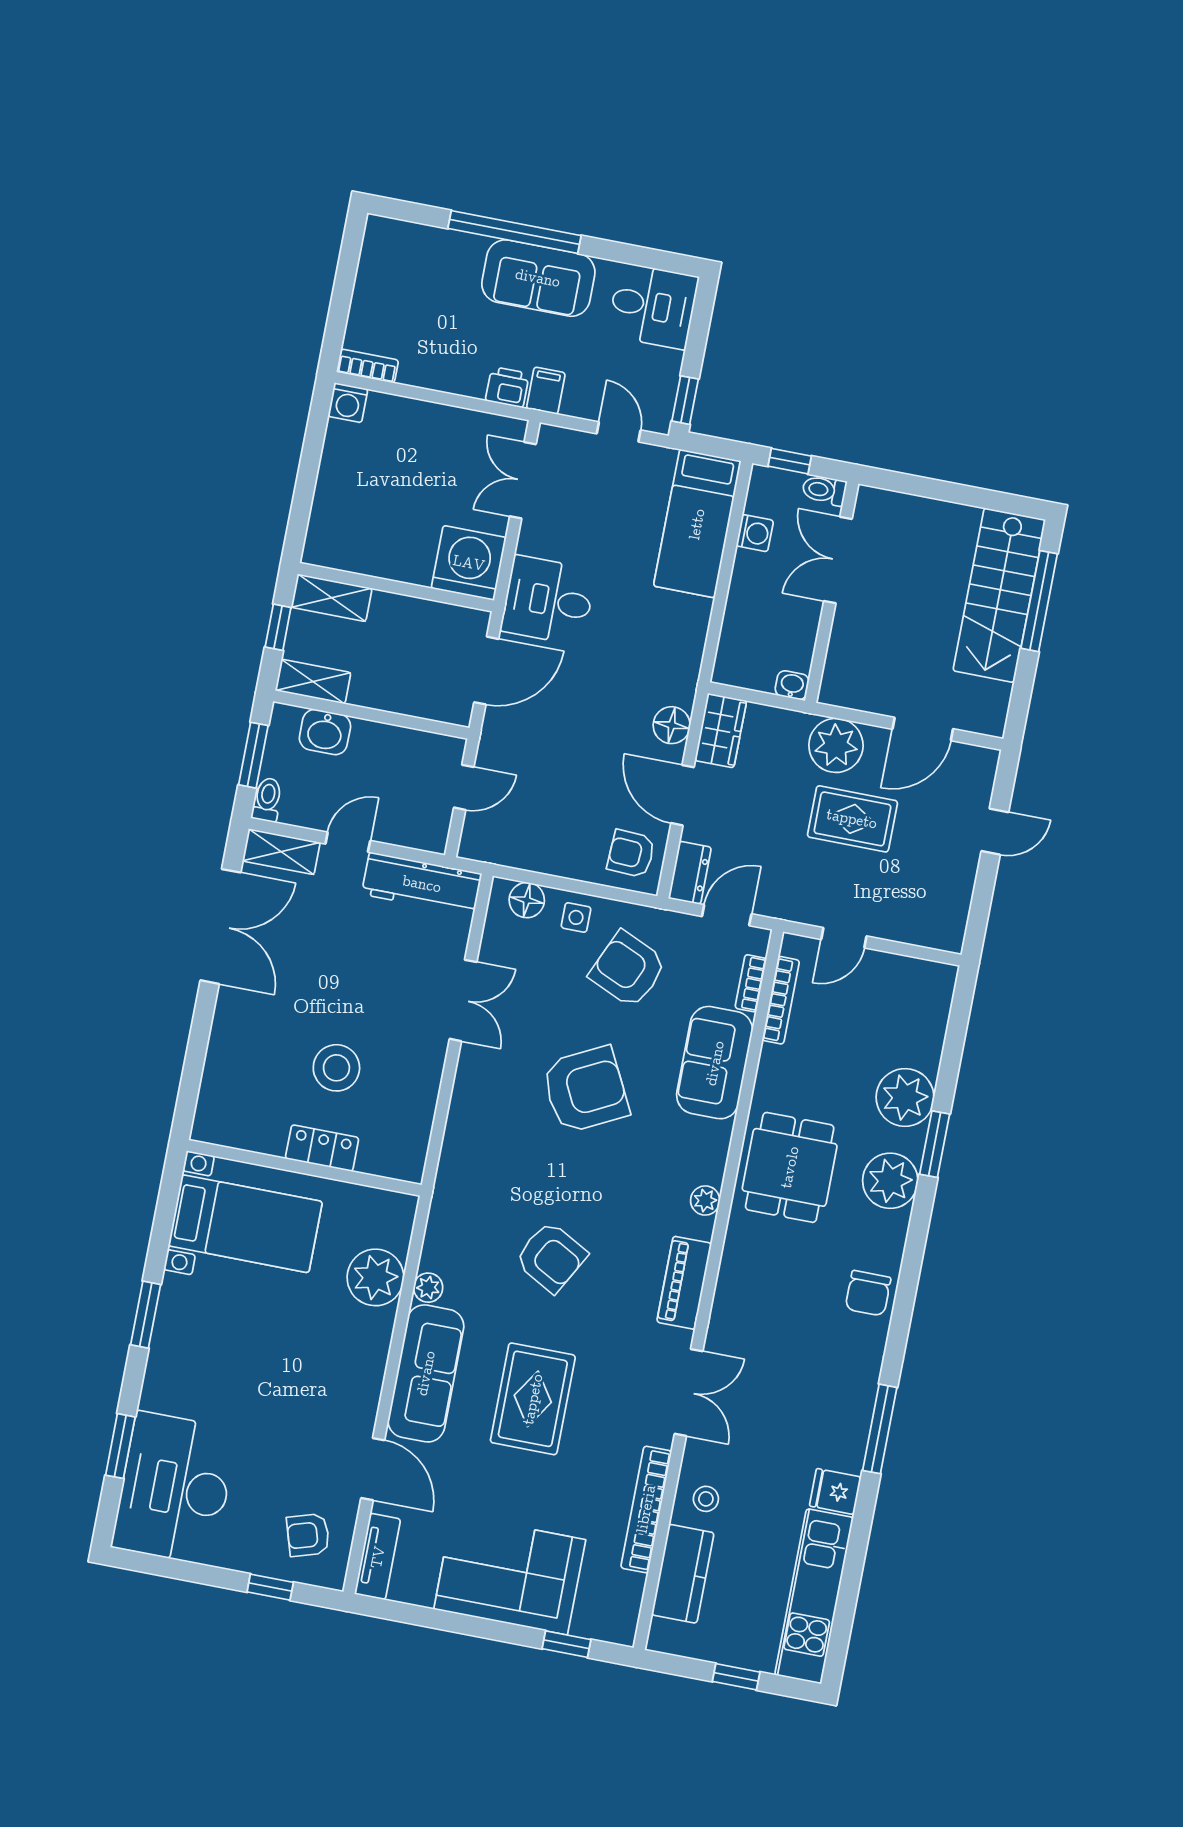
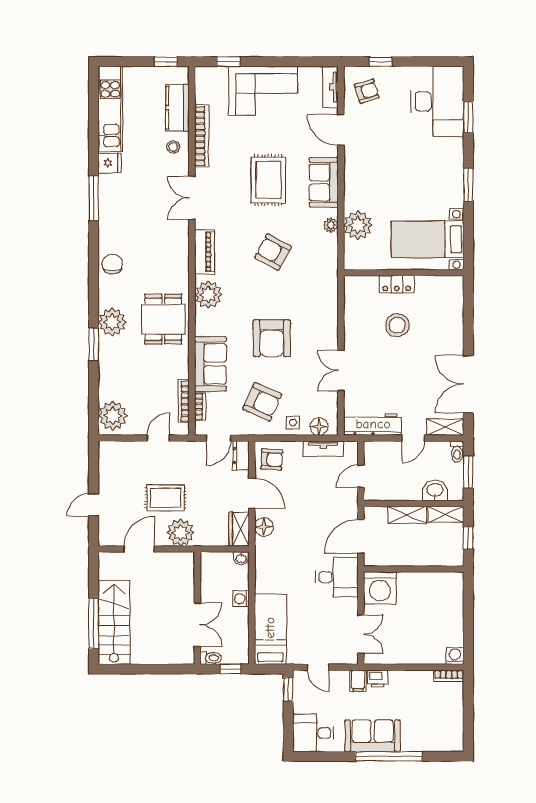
washing machine: (755, 533) -> (241, 599), moved
shelving: (332, 598) -> (407, 515), moved
washbasin: (792, 685) -> (241, 558), moved
tv unit: (527, 856) -> (323, 448), added
armchair: (585, 1090) -> (272, 338), turned -63
plant: (905, 1097) -> (113, 416), moved
plant: (705, 1200) -> (208, 295), width x1.88, depth x1.88
sofa: (426, 1373) -> (324, 182), width x0.73
window: (736, 1677) -> (166, 62), moved

